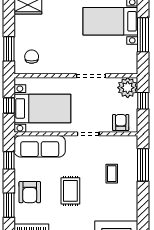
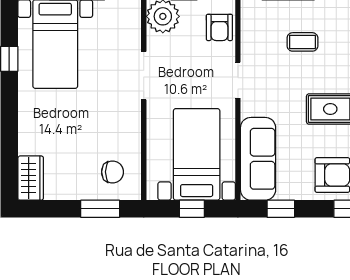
chair: (32, 57) -> (112, 172), turned 180
armchair: (121, 122) -> (219, 27), turned -90

